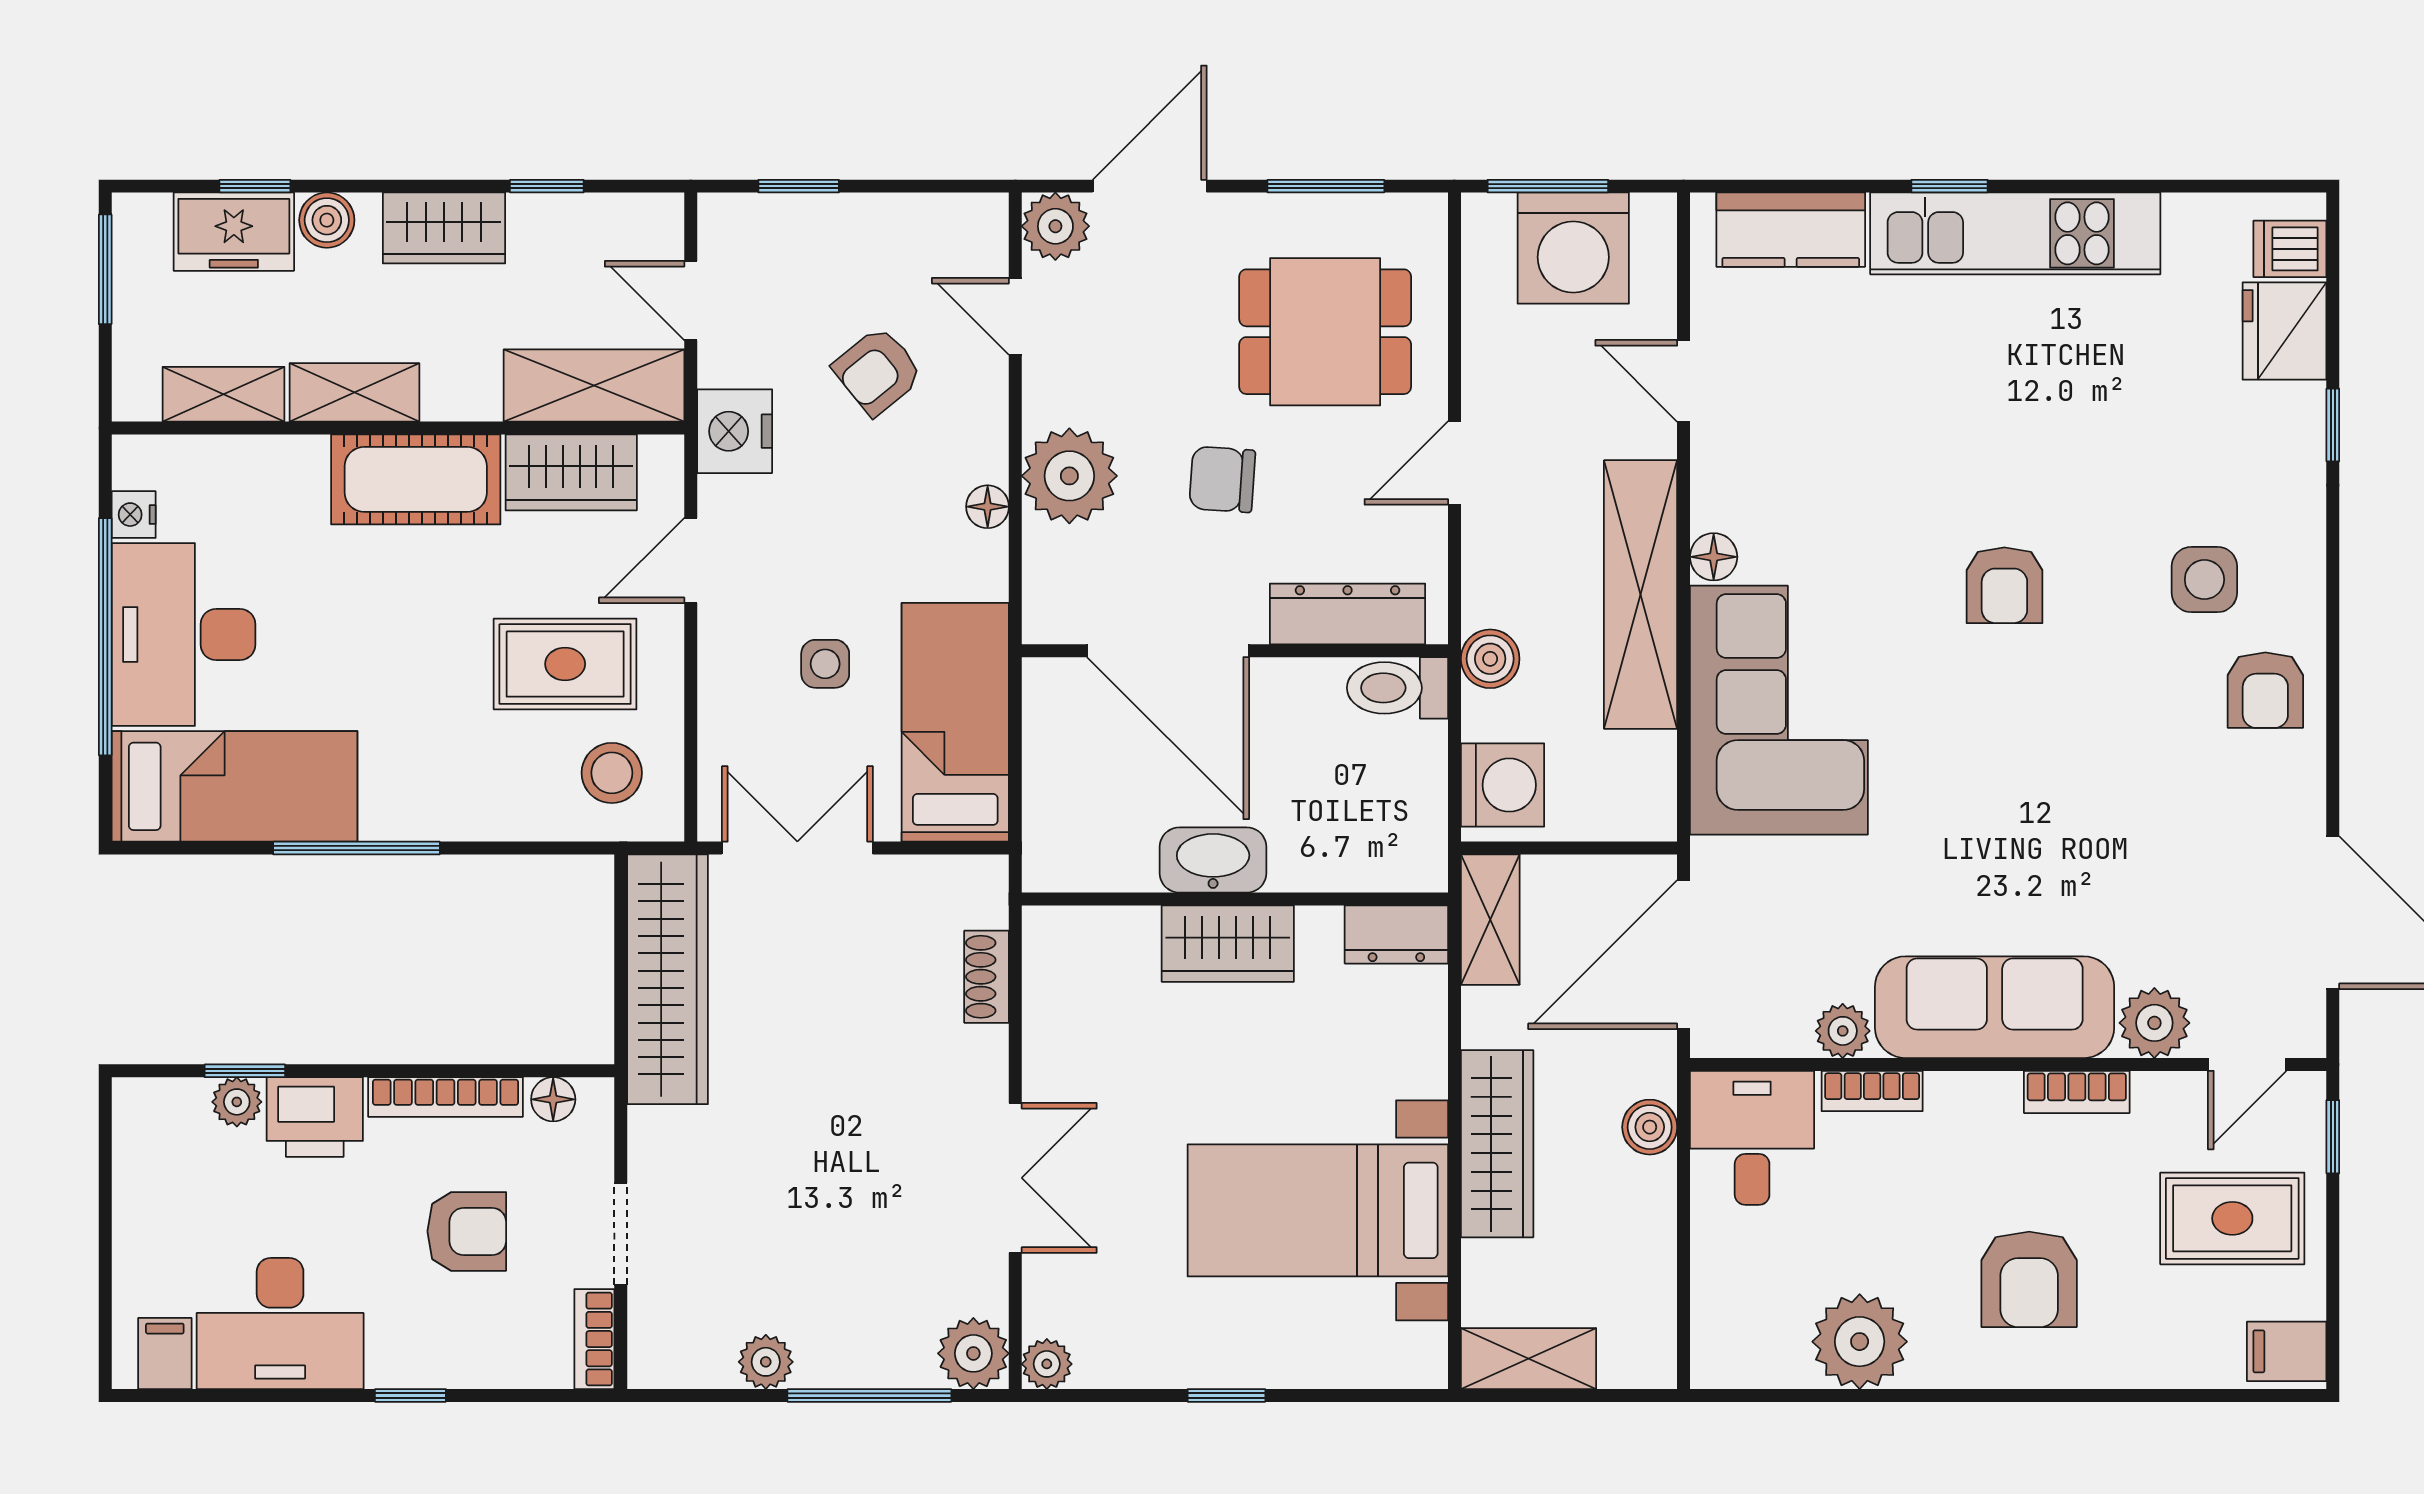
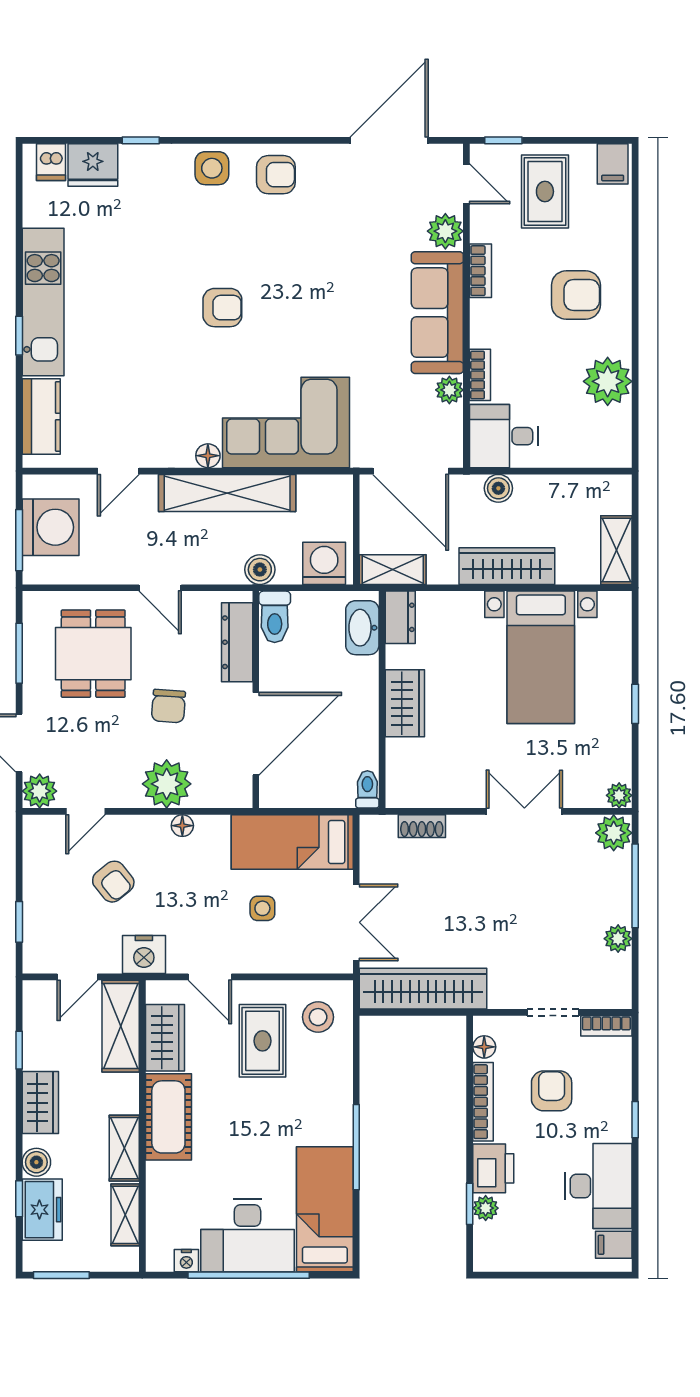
side table: (2204, 580) -> (212, 168), moved
double door: (797, 848) -> (356, 922), swing flipped
washbasin: (1213, 860) -> (362, 628), moved
toilet: (1059, 870) -> (367, 789), added

